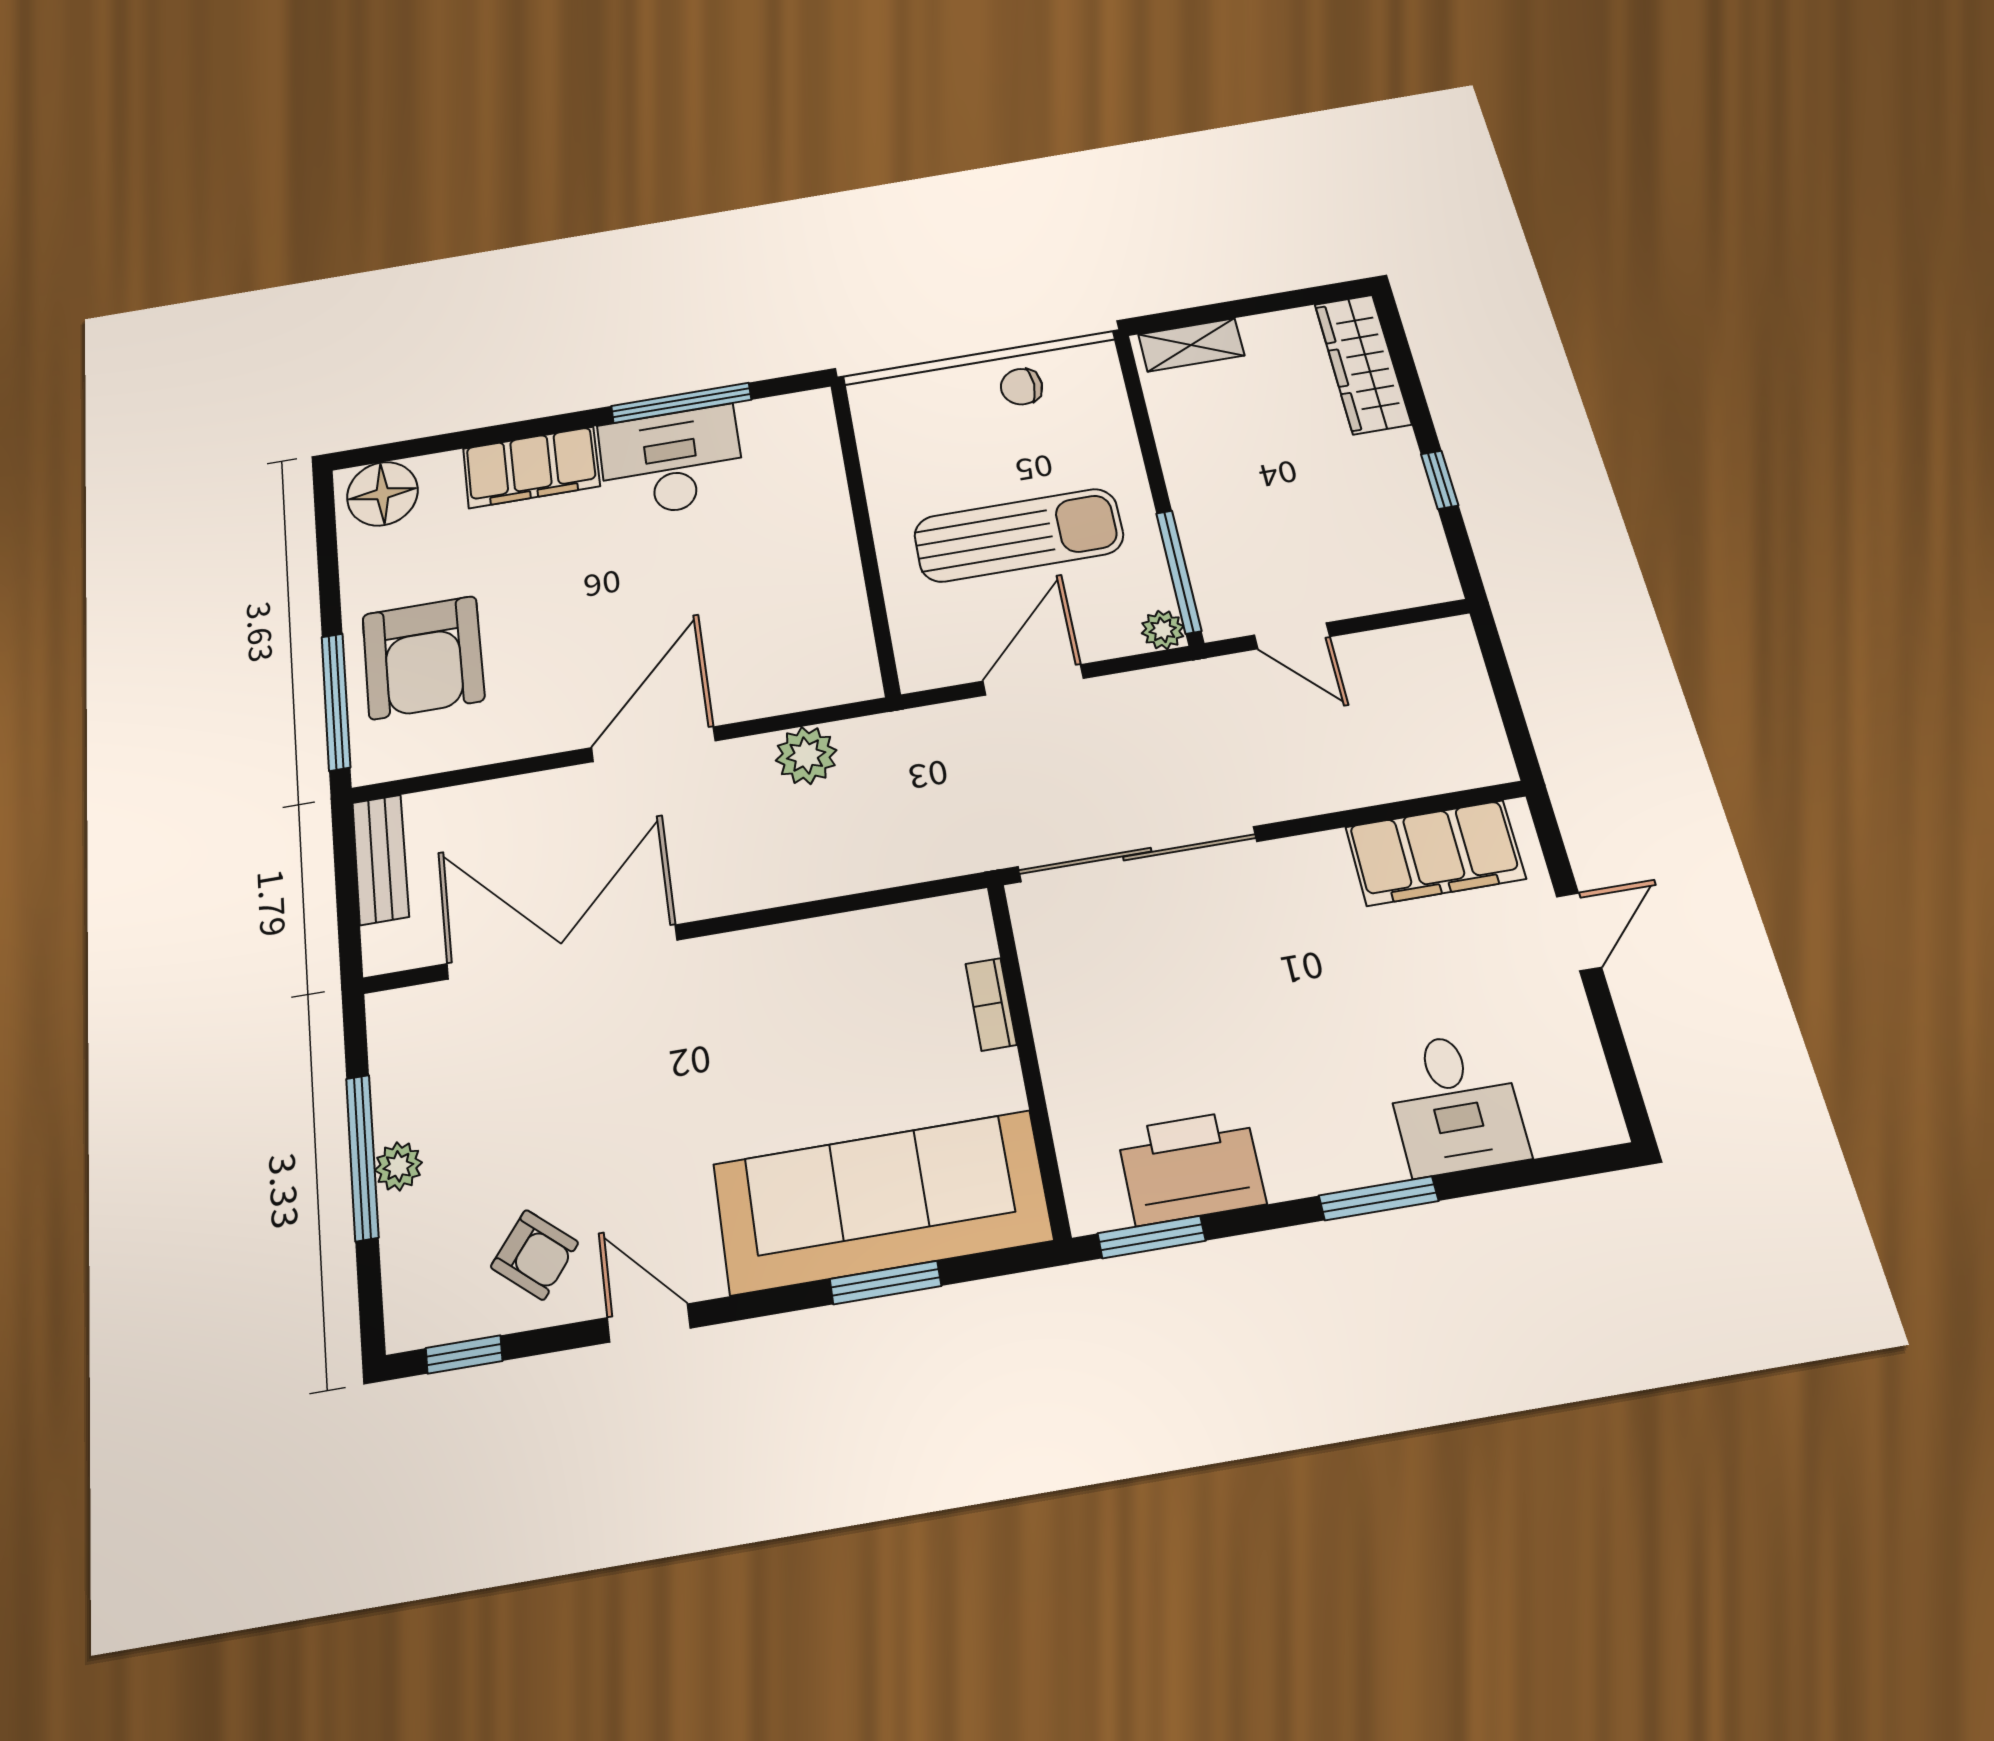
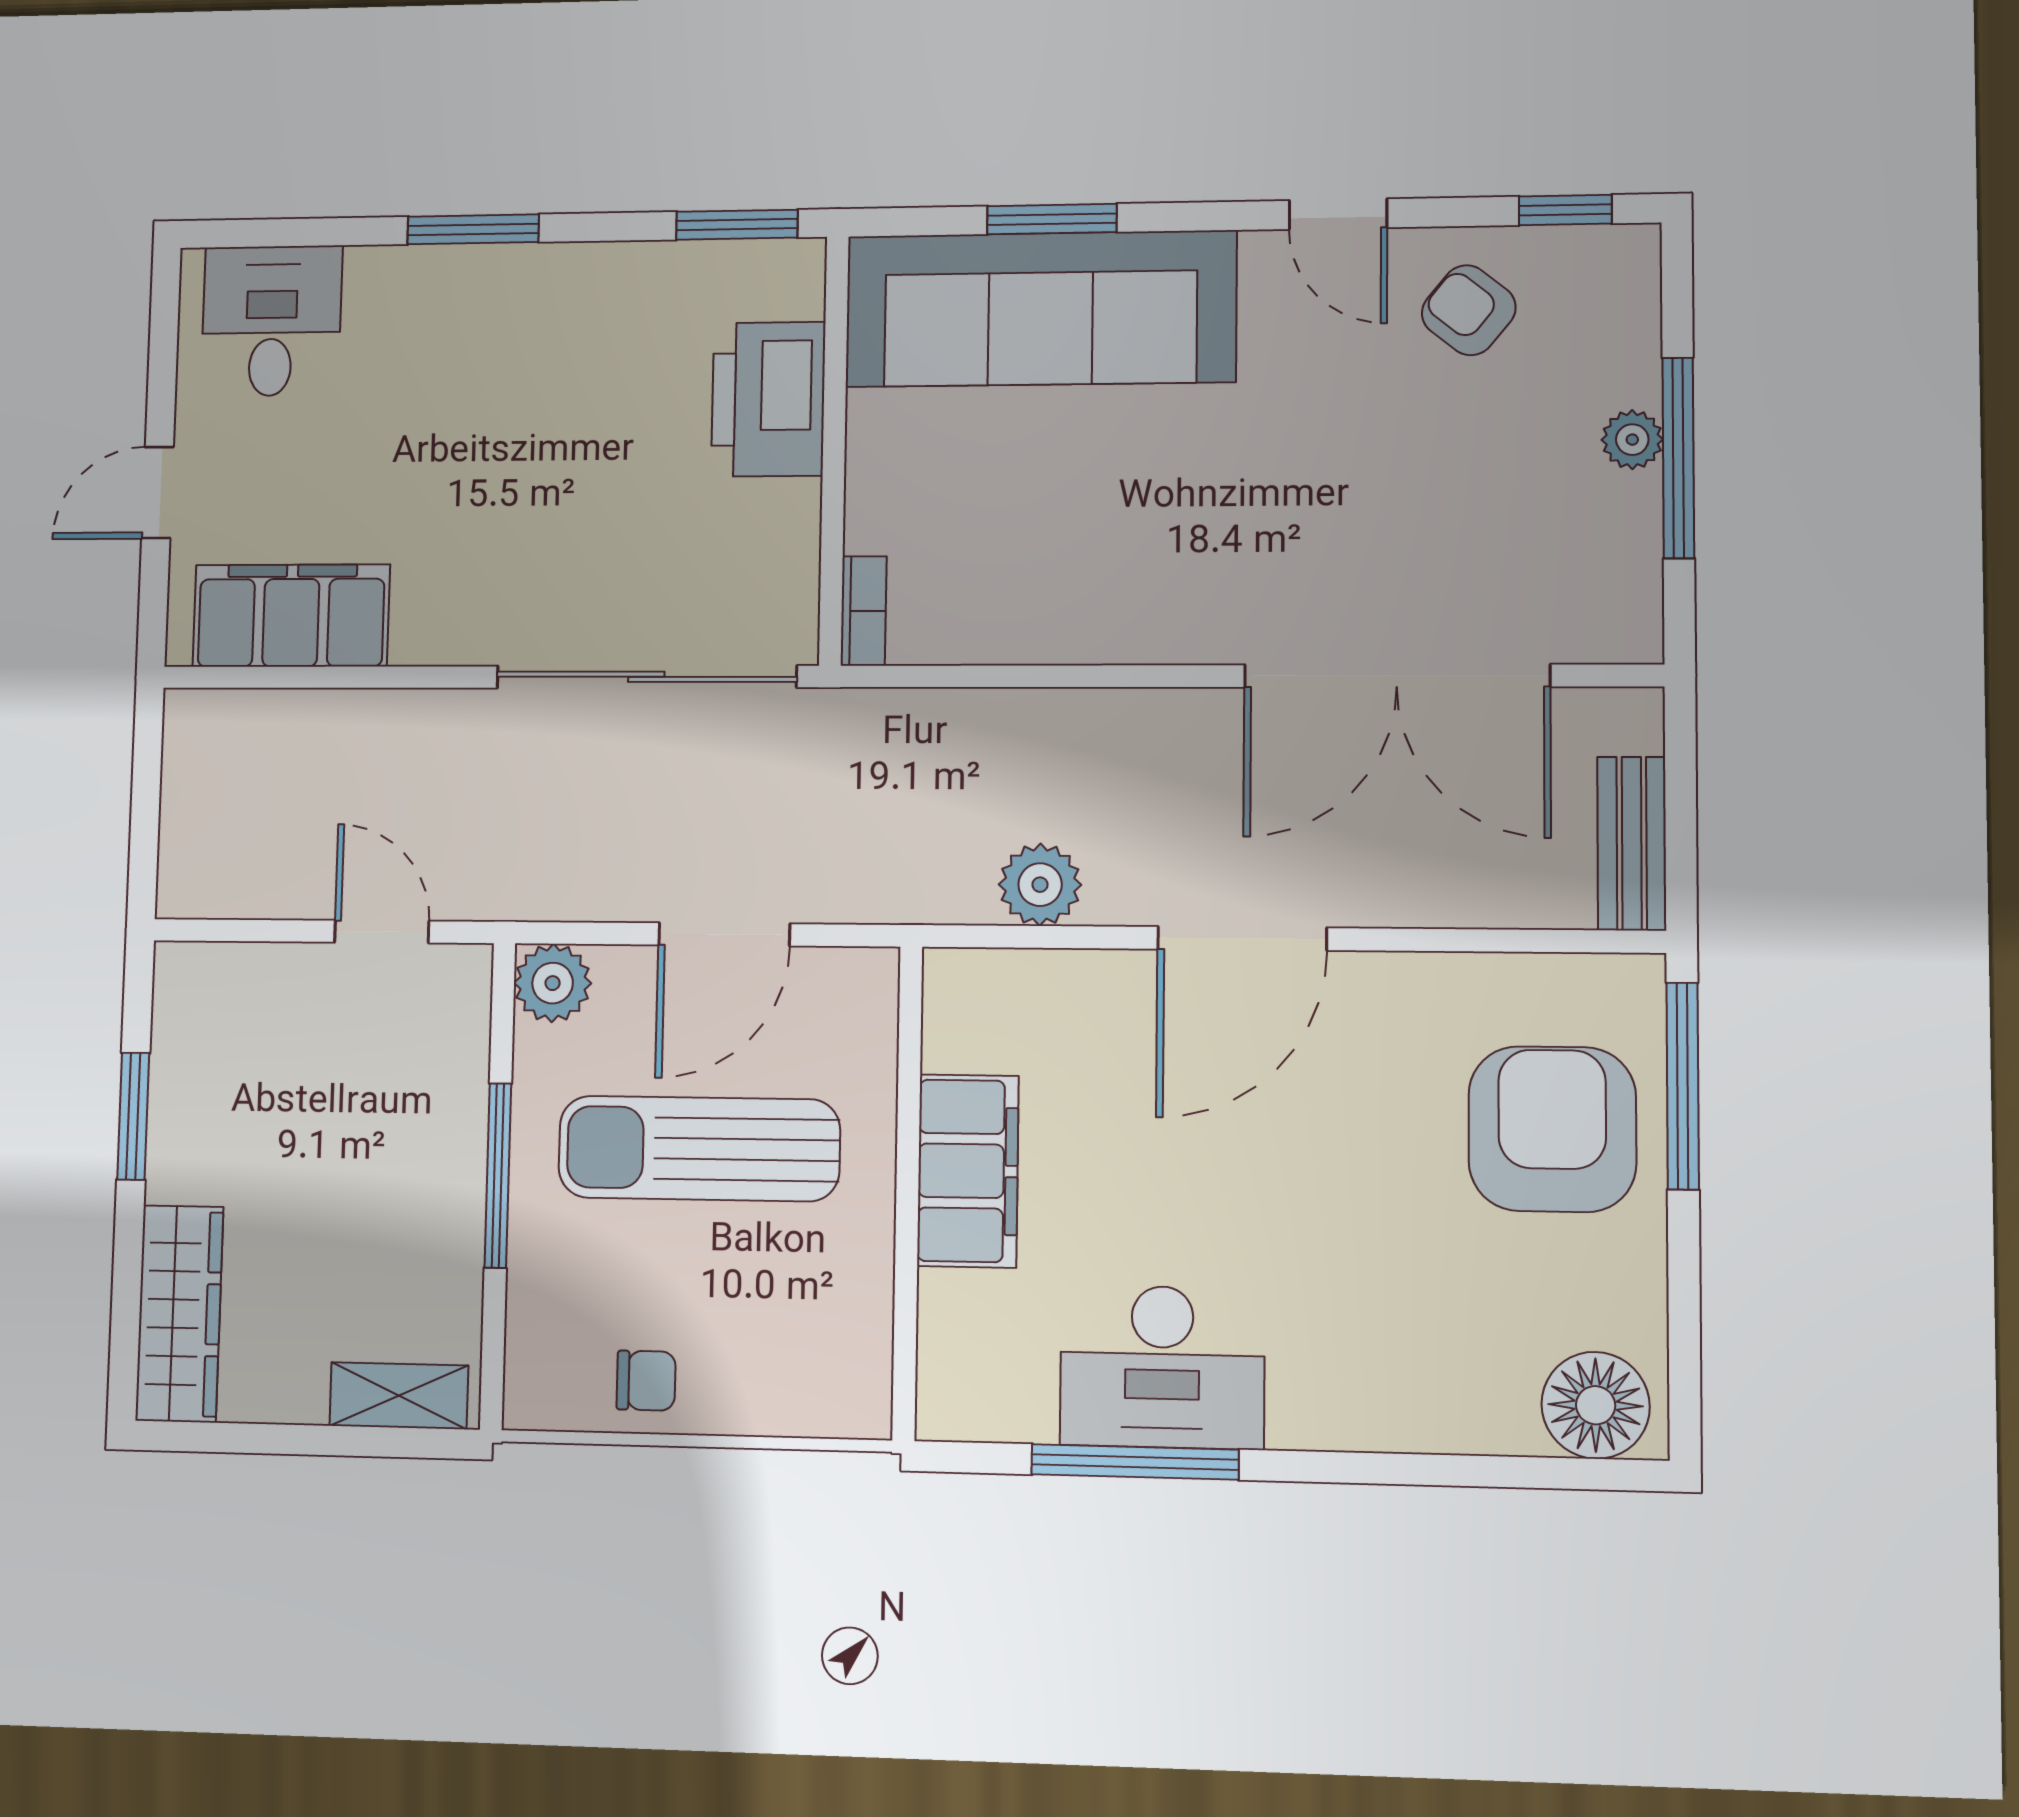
filing cabinet: (531, 467) -> (968, 1171), moved, turned 90
window: (1440, 480) -> (133, 1116), width x1.50
window: (1179, 572) -> (498, 1175), moved
plant: (1163, 630) -> (553, 983), width x1.38, depth x1.38
bookcase: (991, 1004) -> (864, 611), moved
desk: (1455, 1103) -> (271, 321), moved
printer: (1191, 1167) -> (768, 399), moved, turned 90

